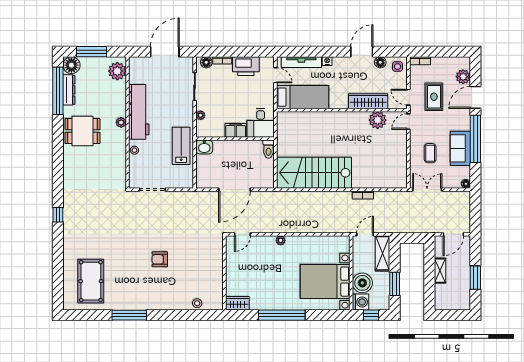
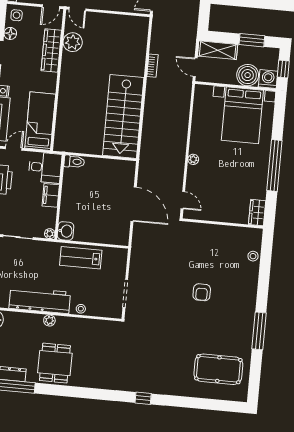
desk: (261, 123) -> (45, 168), moved
filing cabinet: (236, 130) -> (51, 195), moved
wall: (235, 139) -> (60, 197), moved
washbasin: (204, 147) -> (66, 231), moved
toilet: (269, 149) -> (74, 162), moved

